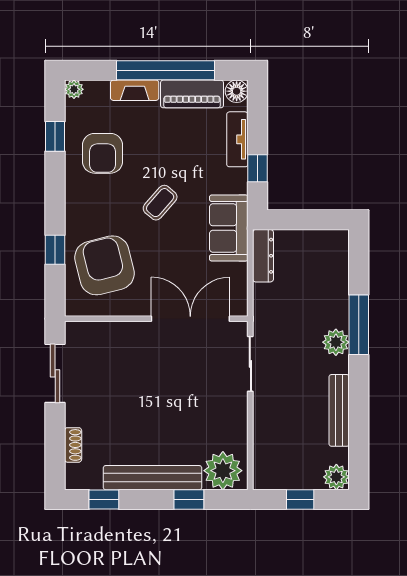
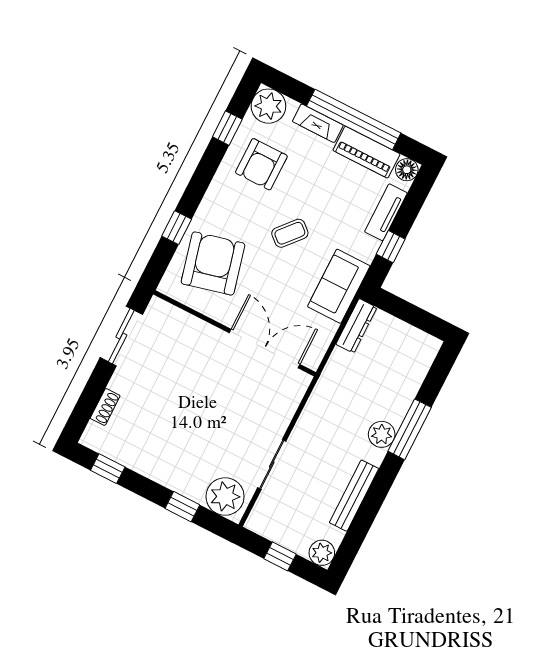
plant: (74, 89) -> (268, 106), width x1.88, depth x1.88
sliding door: (250, 364) -> (272, 464), moved
bench: (153, 478) -> (160, 471), removed

